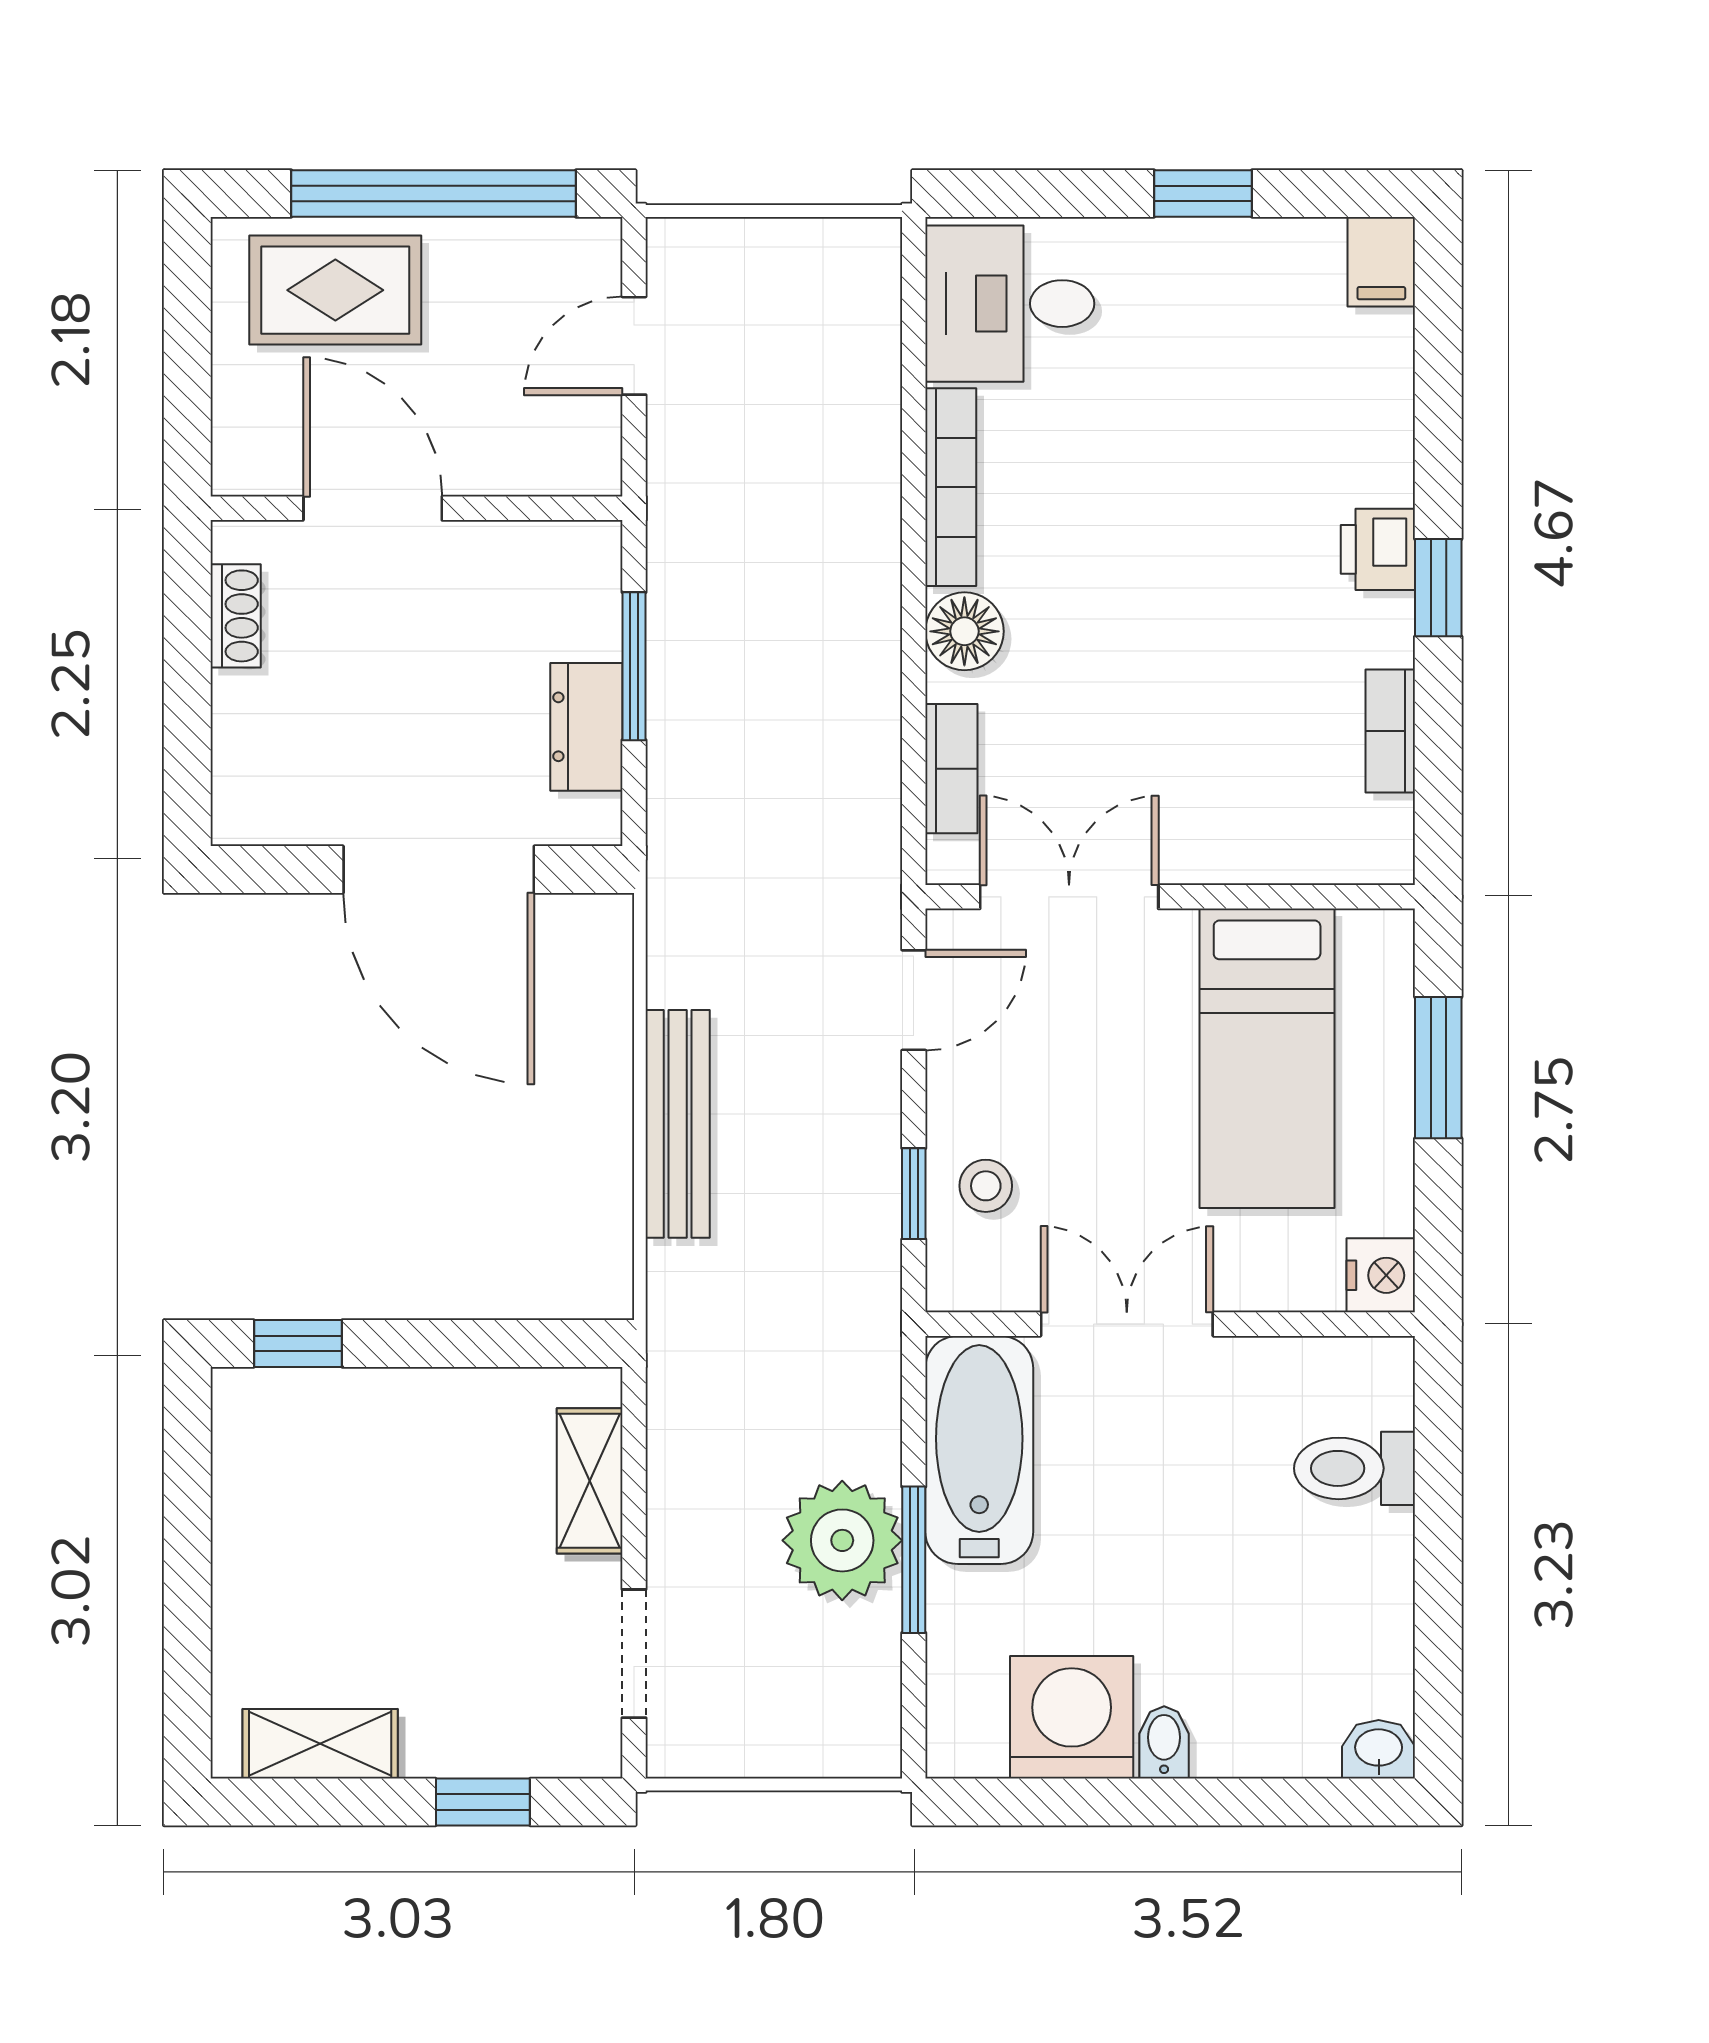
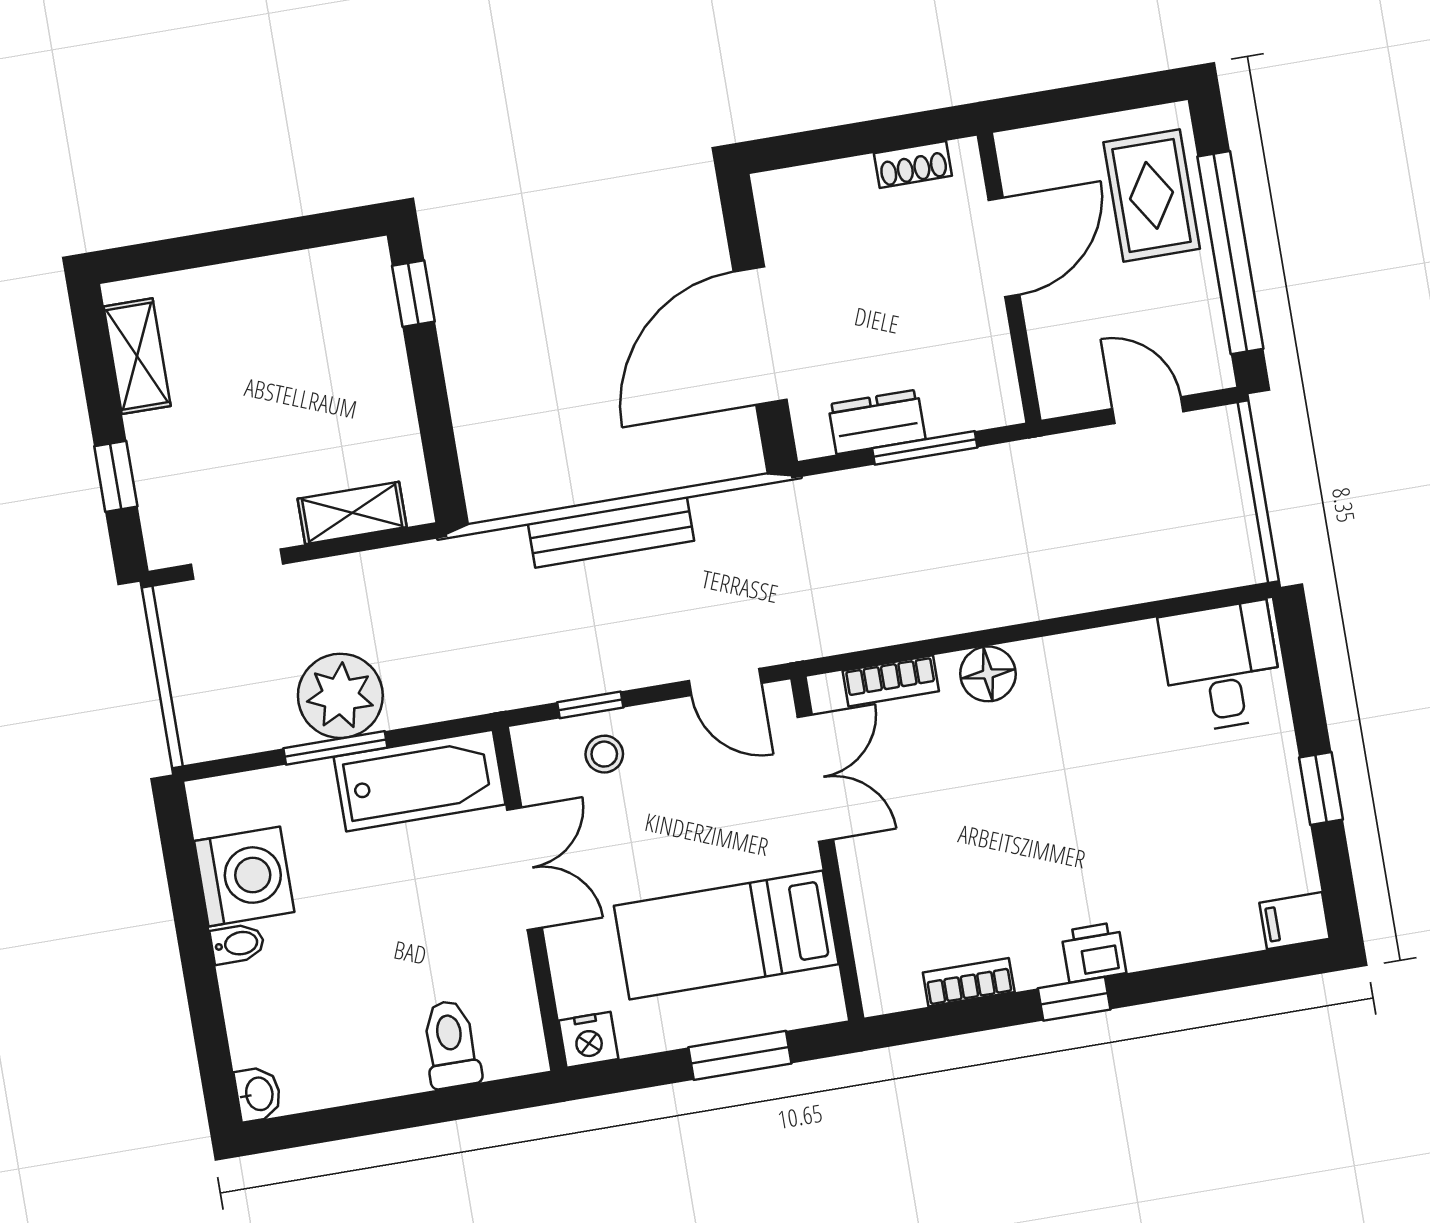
bookcase: (951, 487) -> (1087, 647), removed

